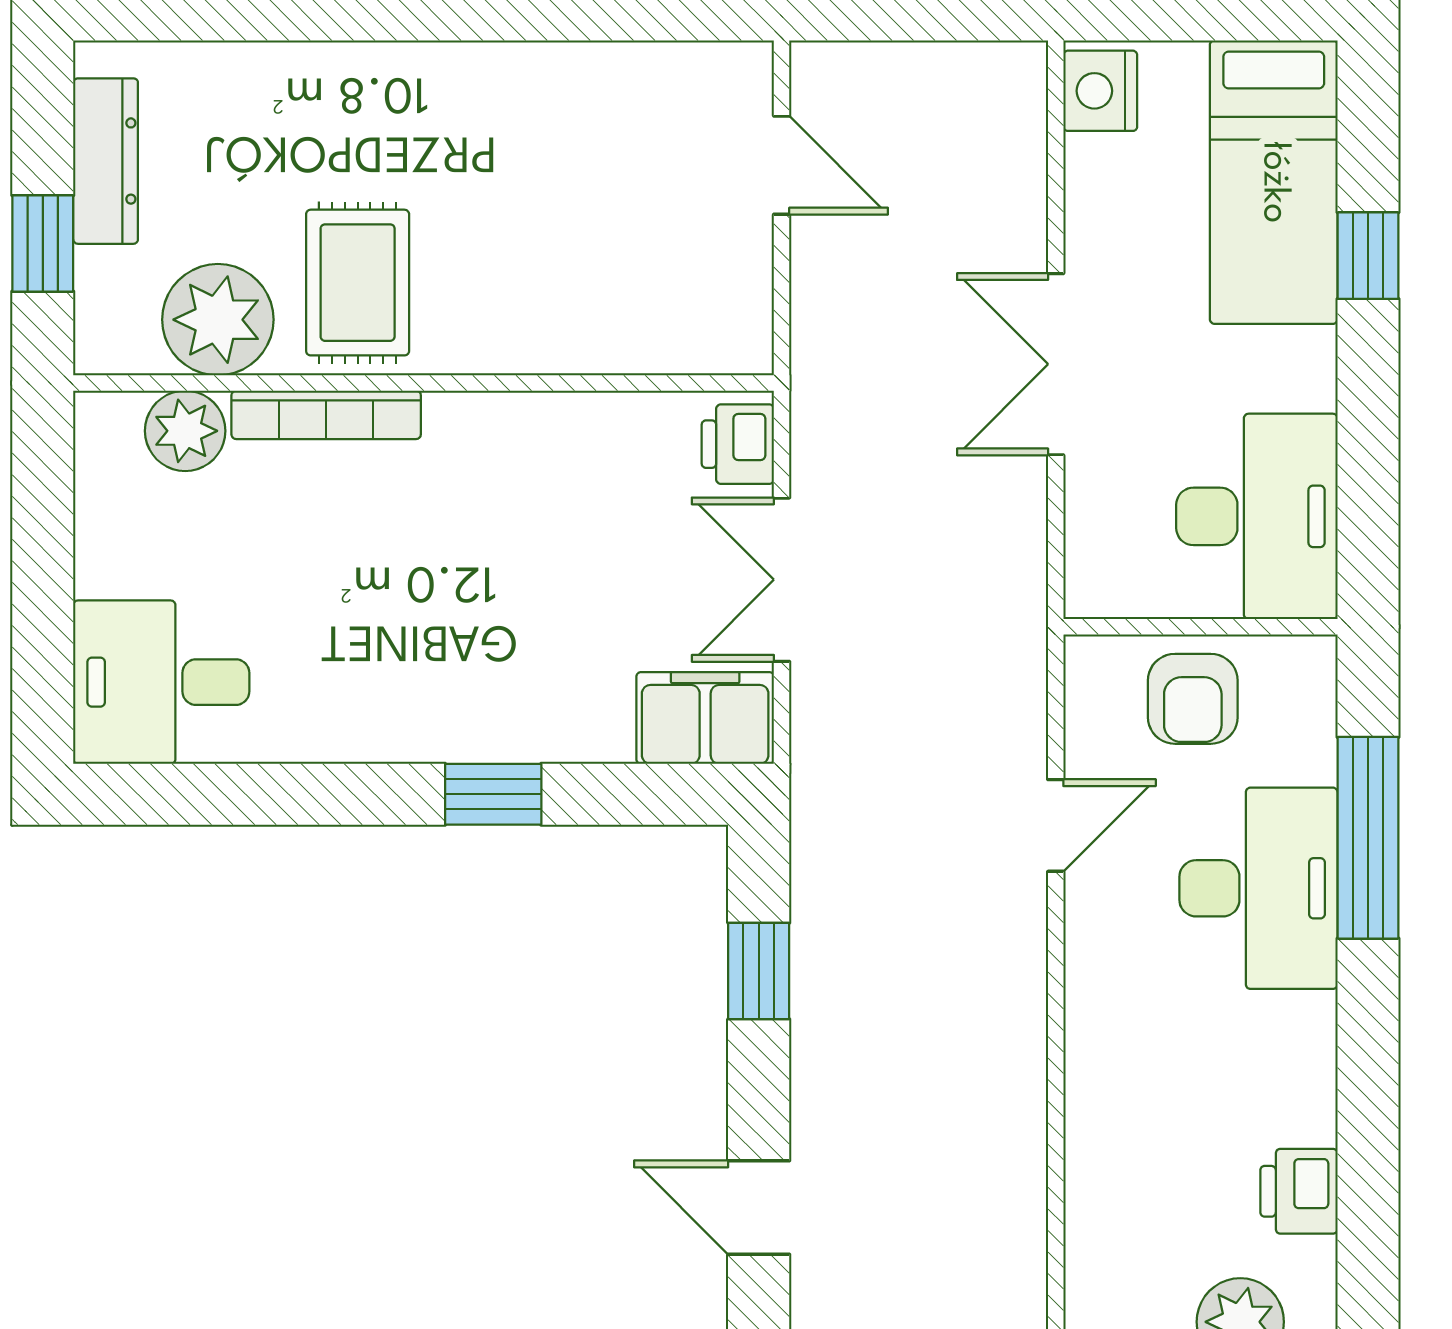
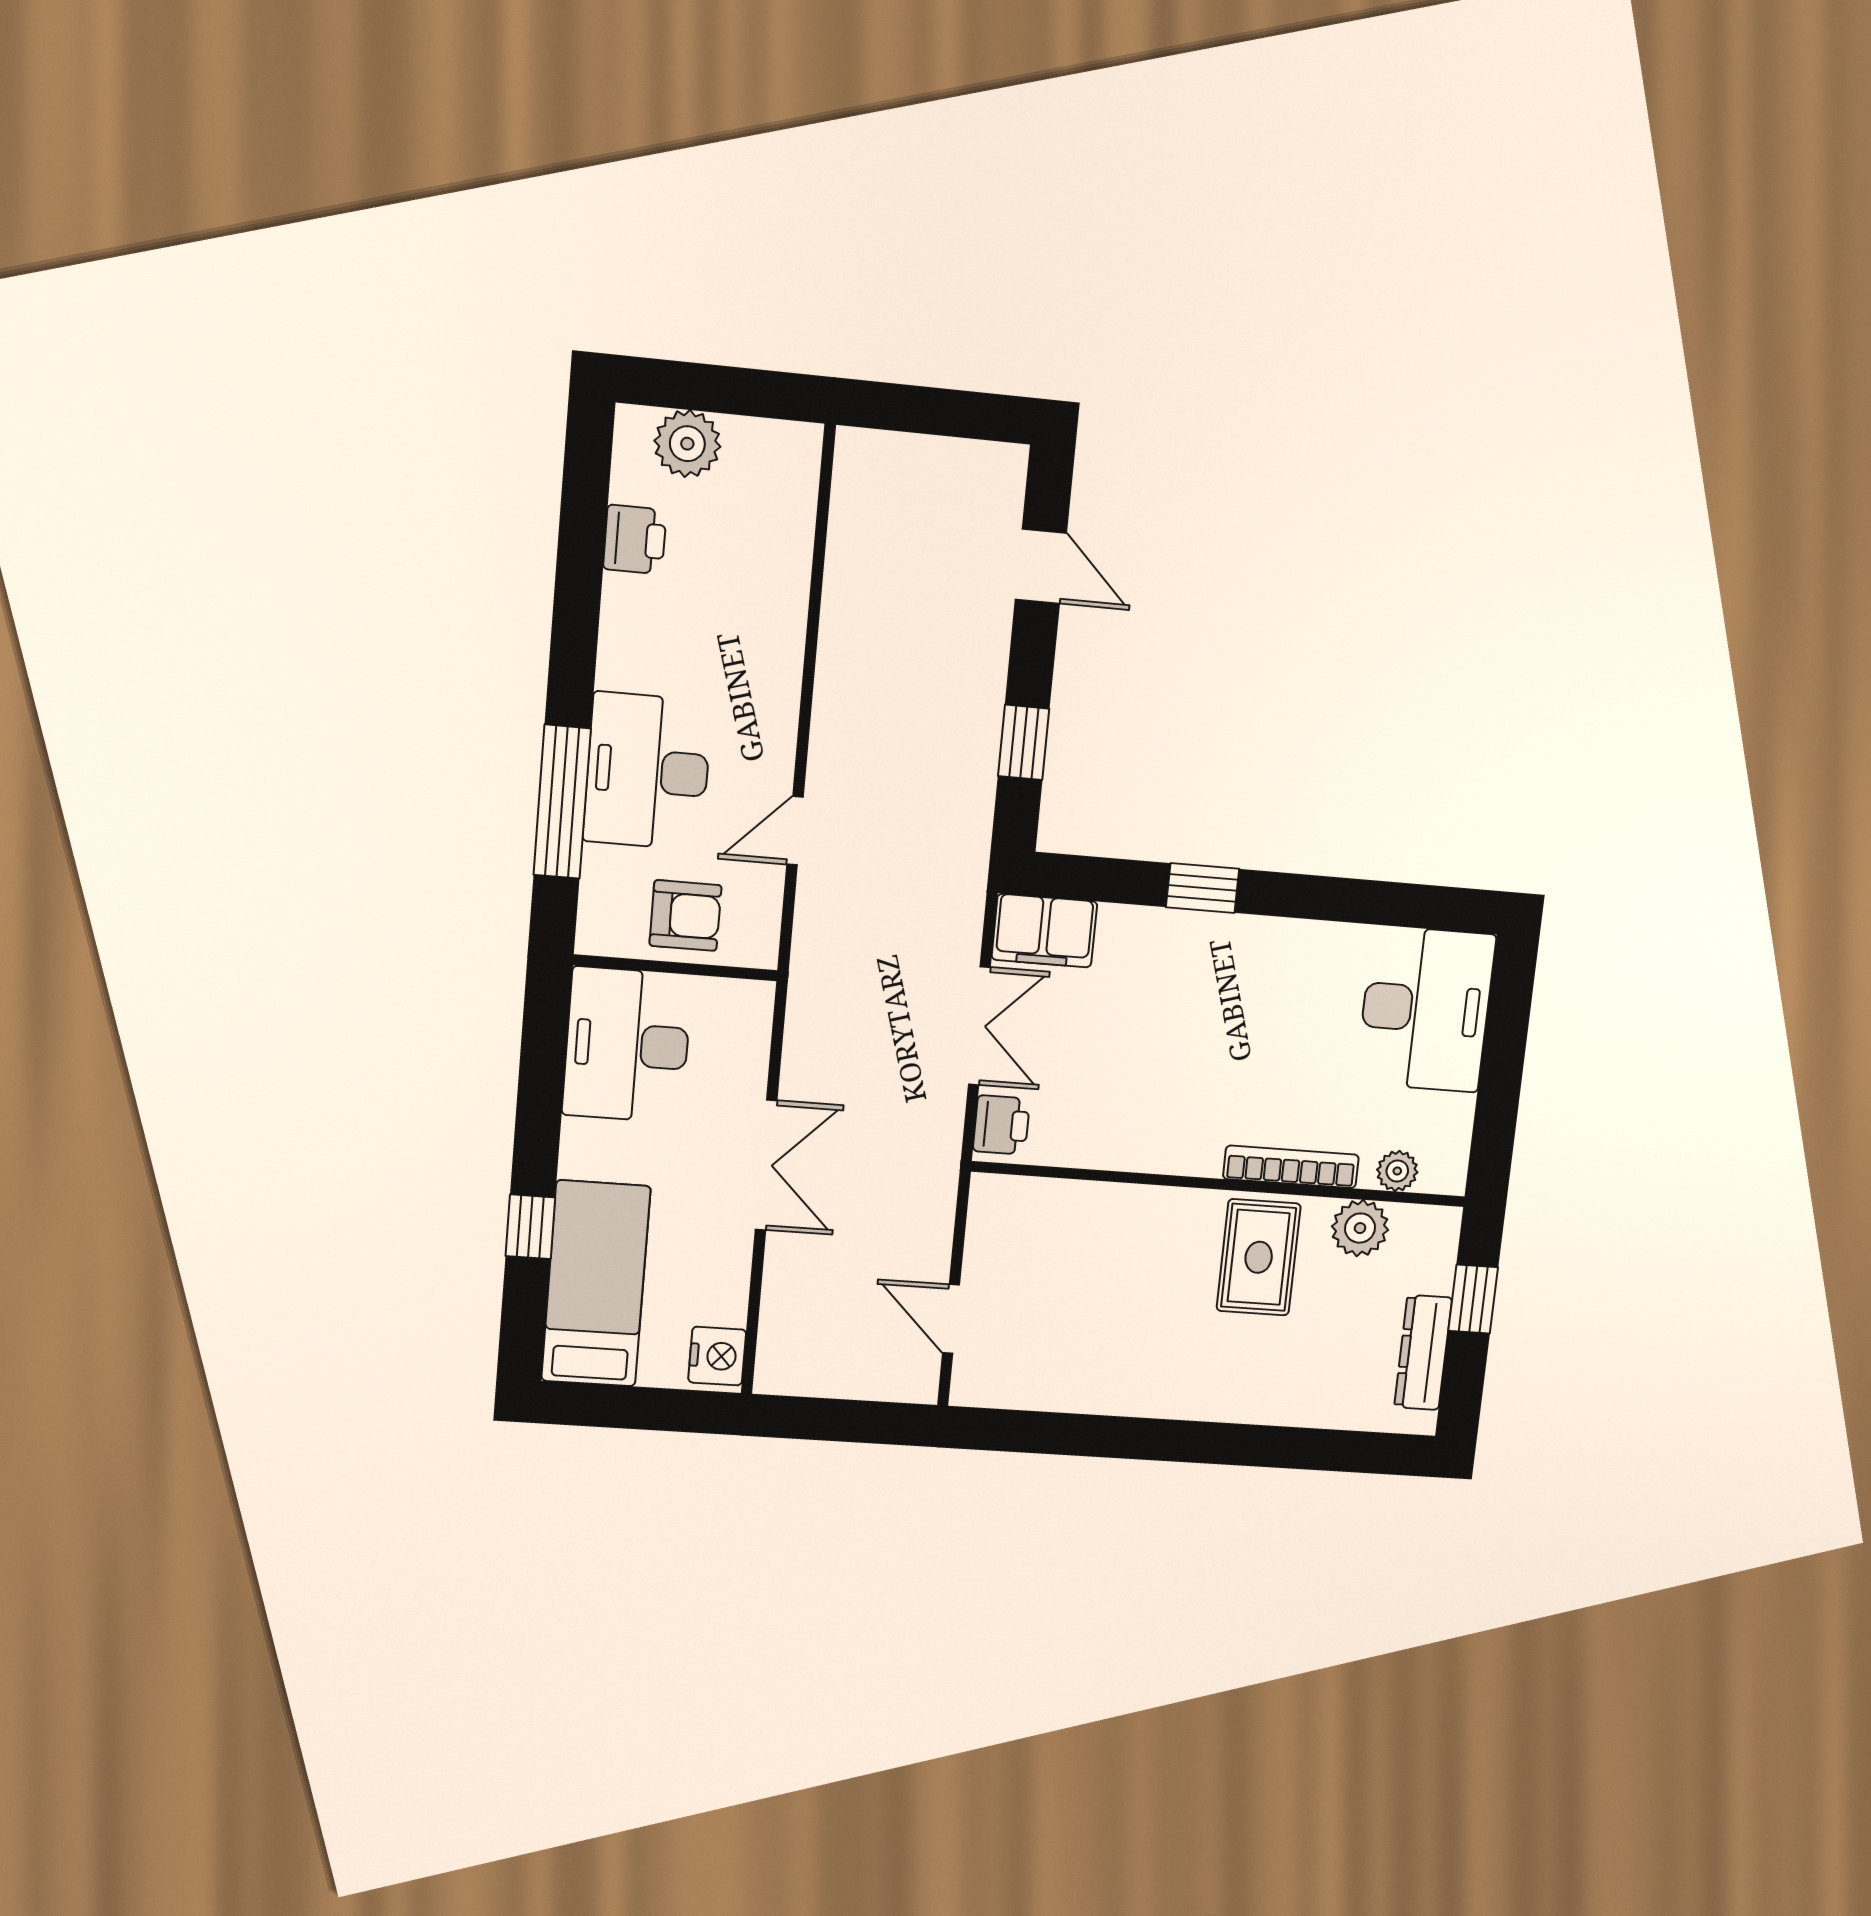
plant: (218, 320) -> (1360, 1228), width x0.73, depth x0.73
plant: (185, 431) -> (1397, 1171), width x0.73, depth x0.73
desk: (161, 682) -> (1426, 1009), width x1.37
armchair: (1193, 699) -> (685, 915), turned 90

